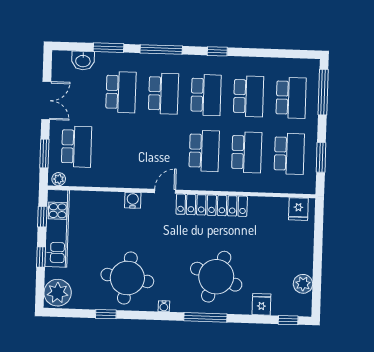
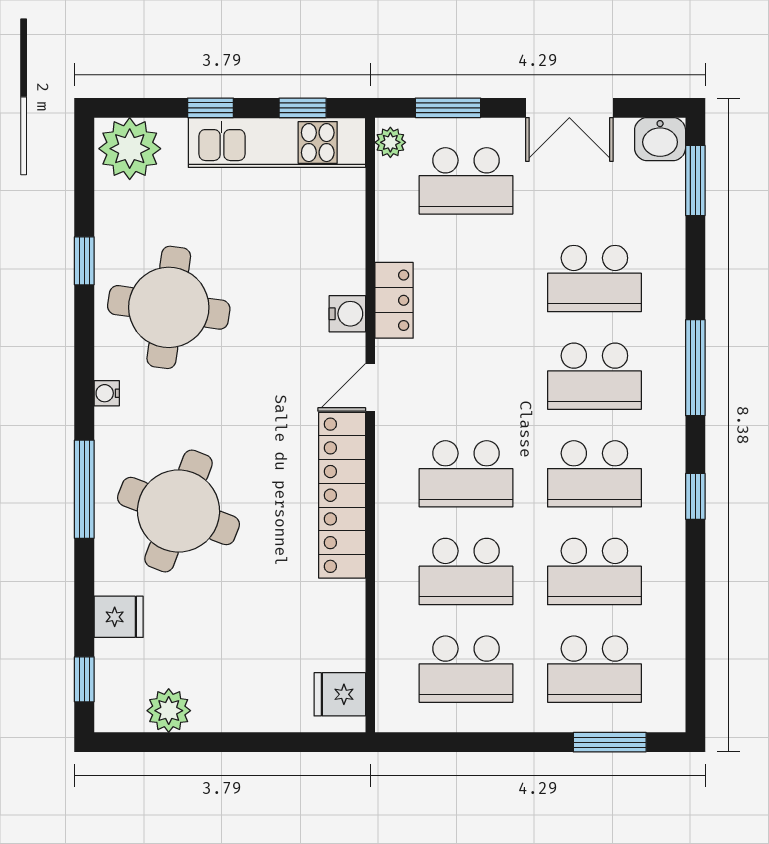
window: (109, 48) -> (695, 181), moved
washbasin: (83, 61) -> (660, 139), moved, turned -90
window: (323, 92) -> (610, 742), width x0.69
window: (321, 157) -> (460, 742), removed
locker: (128, 180) -> (394, 300), added
door: (165, 191) -> (370, 387), swing flipped

